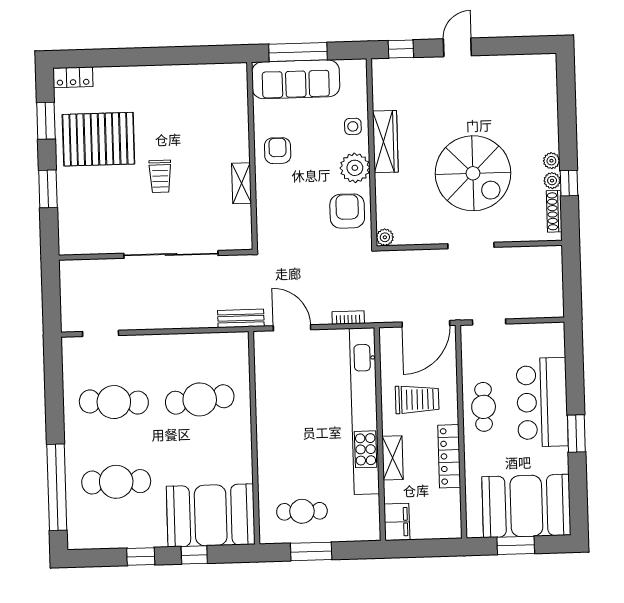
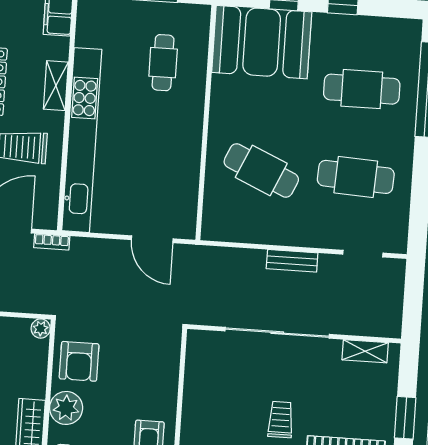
shelving: (241, 183) -> (365, 351), moved, turned 90
bench: (241, 318) -> (292, 261), moved
bookcase: (348, 318) -> (52, 242), moved
cafe table: (200, 399) -> (261, 170), turned 30
cafe table: (302, 511) -> (163, 63), moved, turned 90

